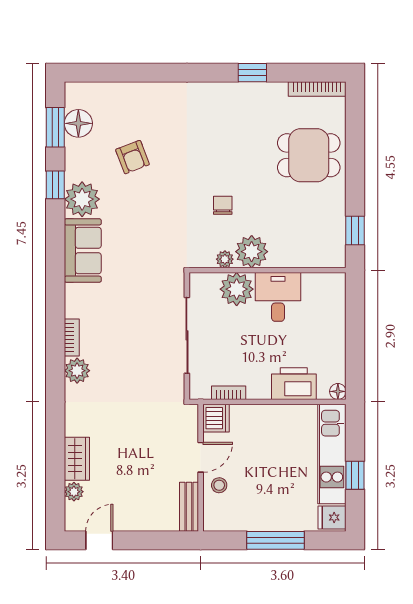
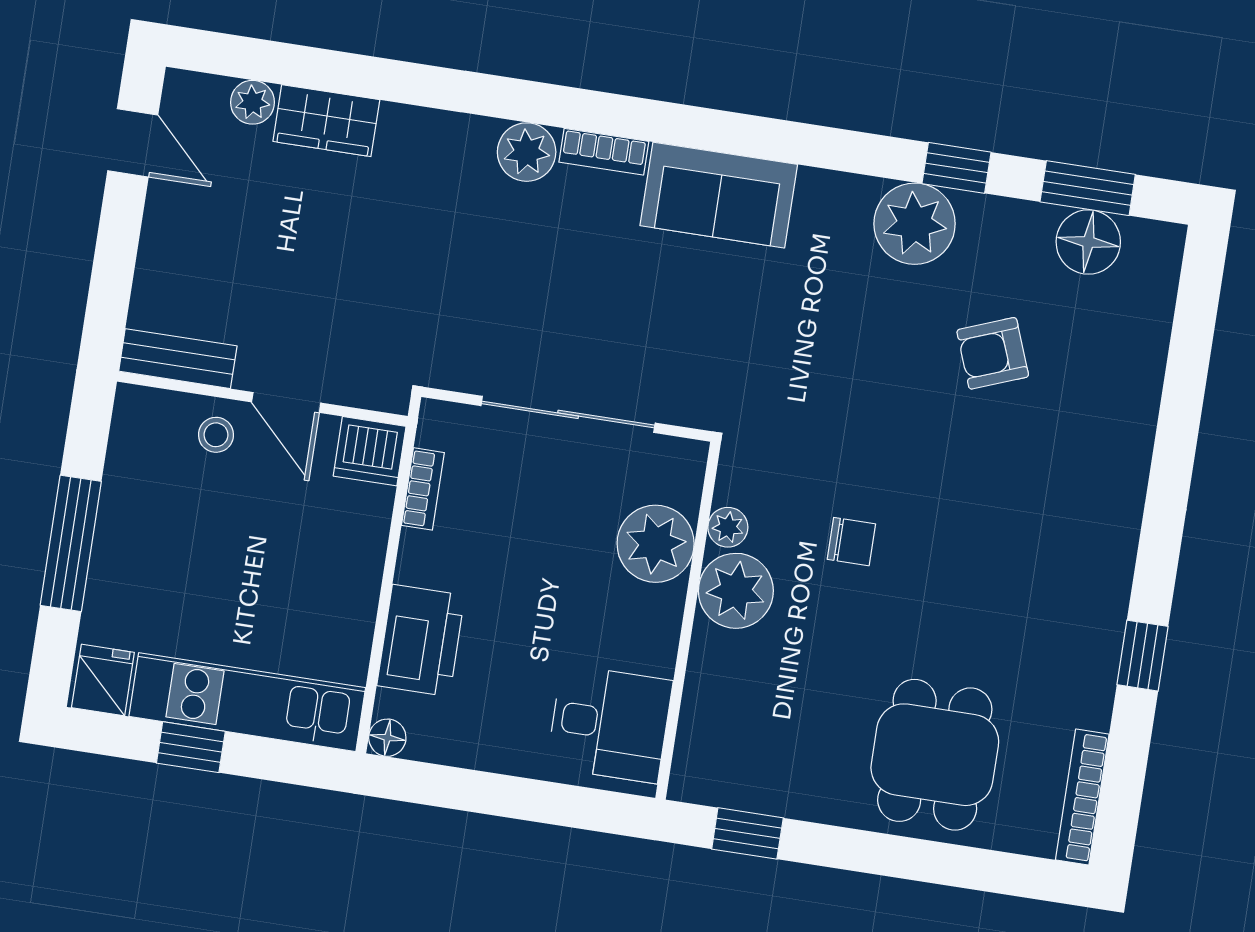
sofa: (83, 251) -> (719, 195), moved
desk: (278, 297) -> (610, 724), moved

